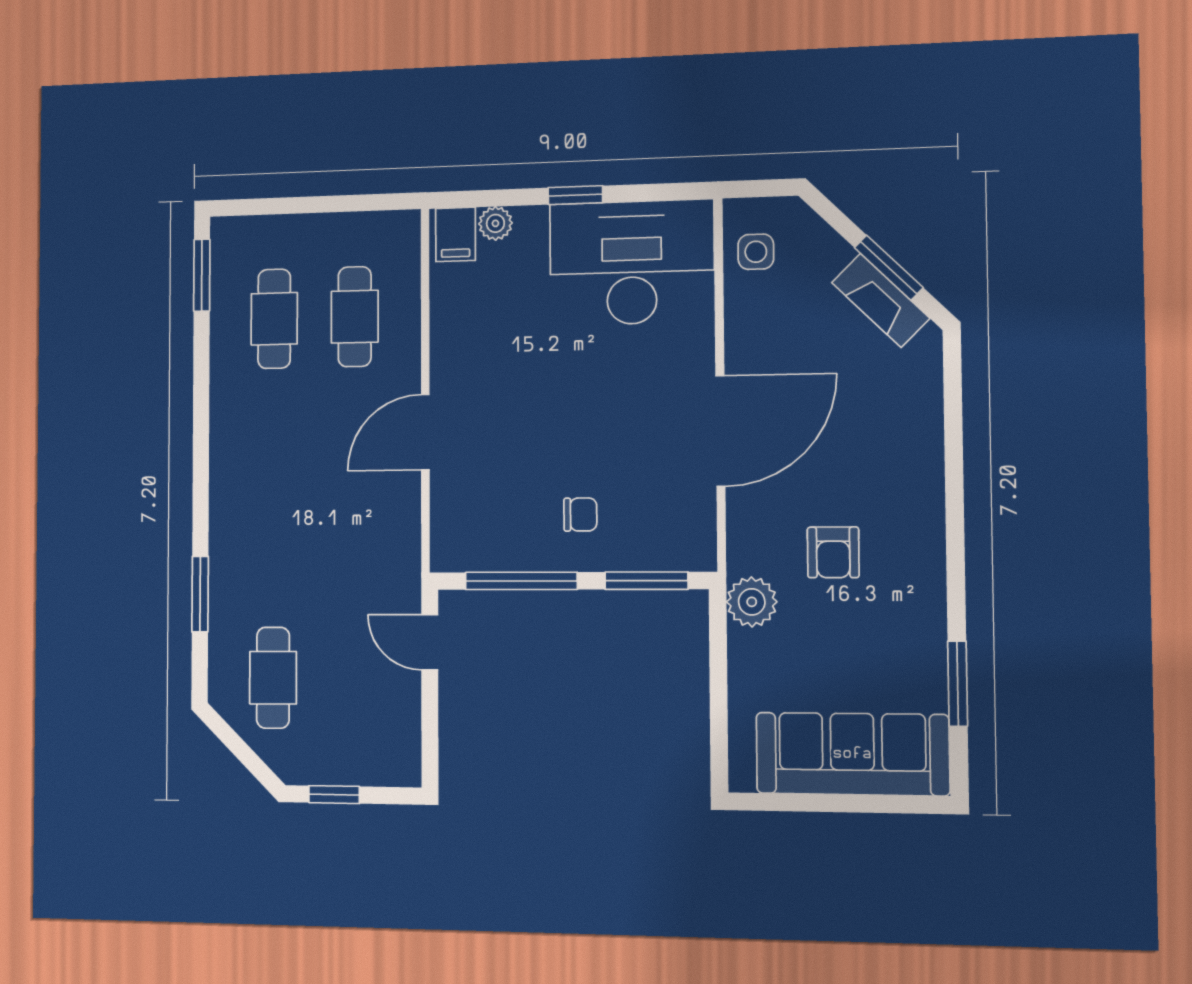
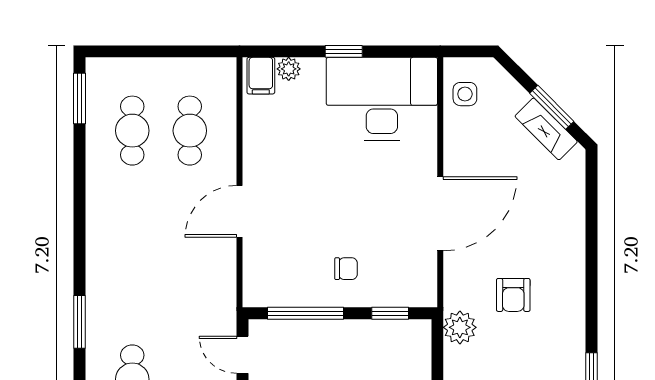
window: (646, 581) -> (390, 313), width x0.67

